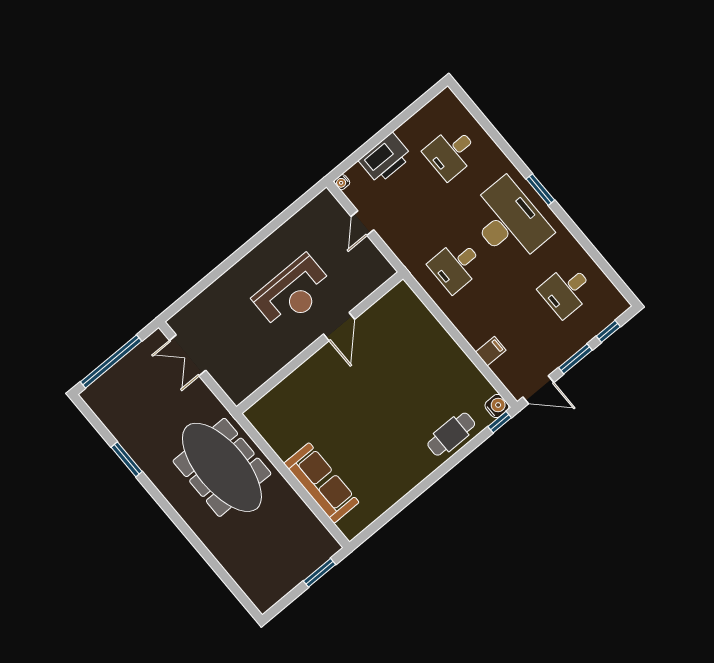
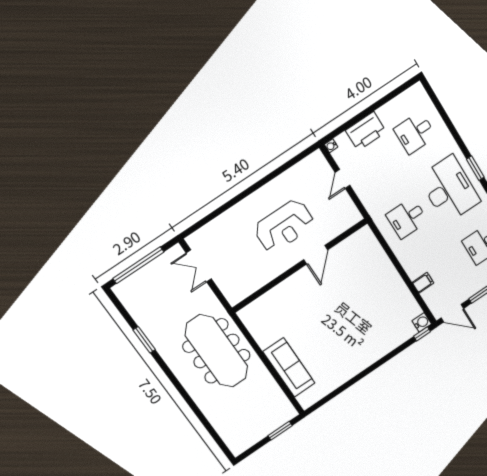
cafe table: (451, 434) -> (387, 340), removed

